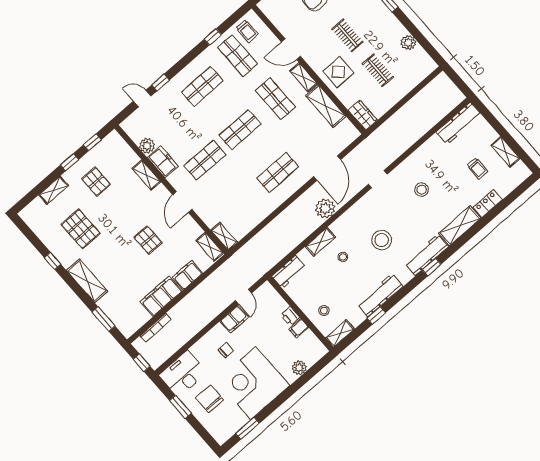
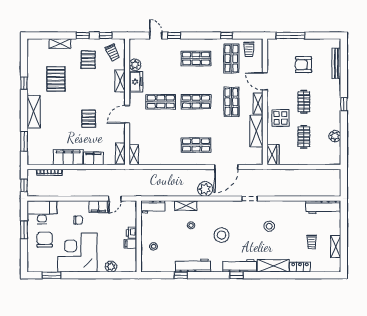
trolley: (114, 153) -> (113, 52), added
shelving: (340, 333) -> (151, 267), removed

